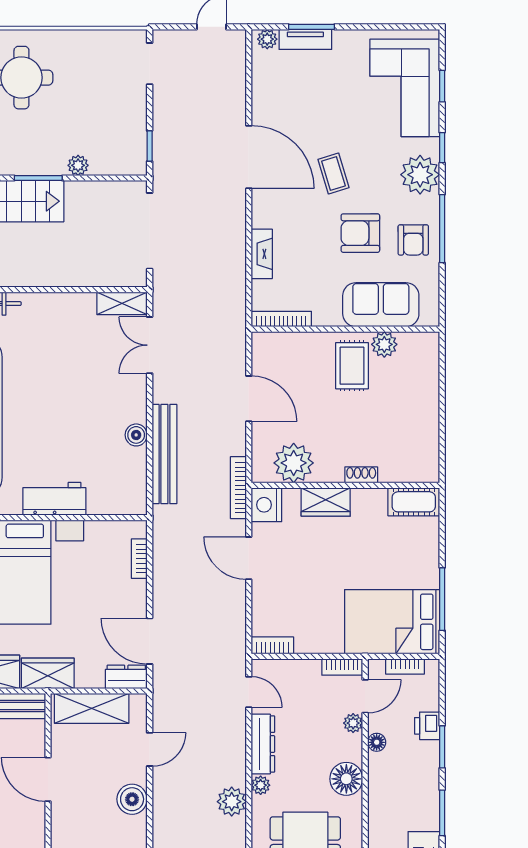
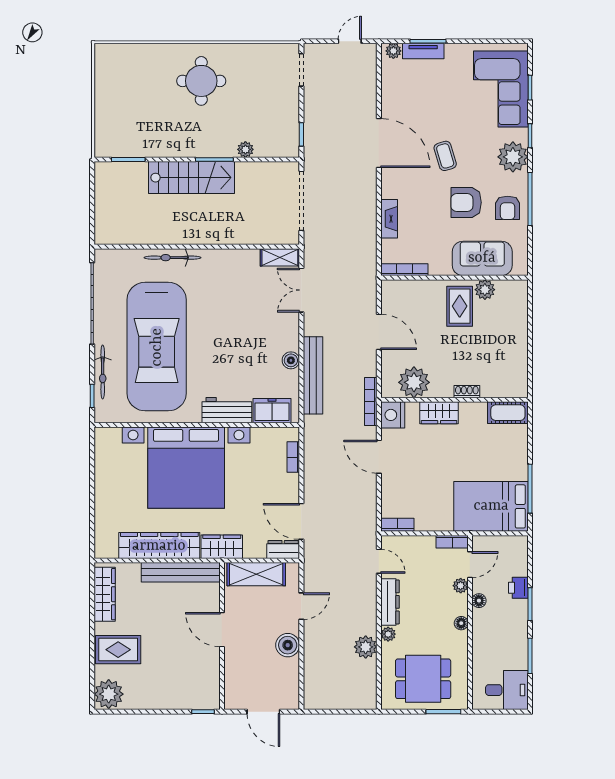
freezer: (112, 499) -> (272, 411), added
bookcase: (405, 667) -> (501, 541), removed
floor lamp: (346, 779) -> (461, 623), width x0.53, depth x0.53

